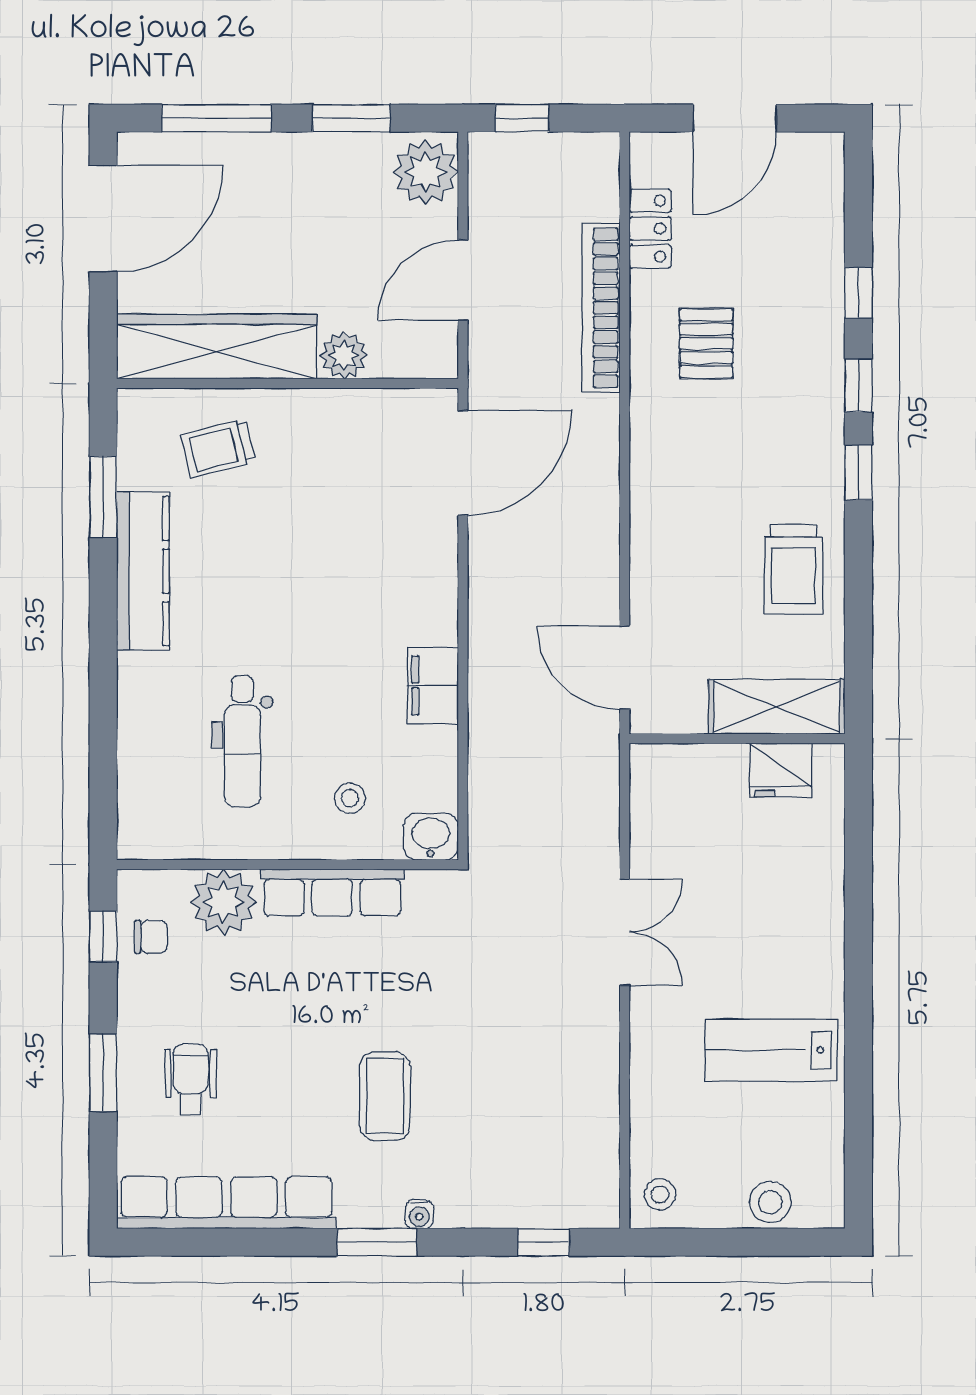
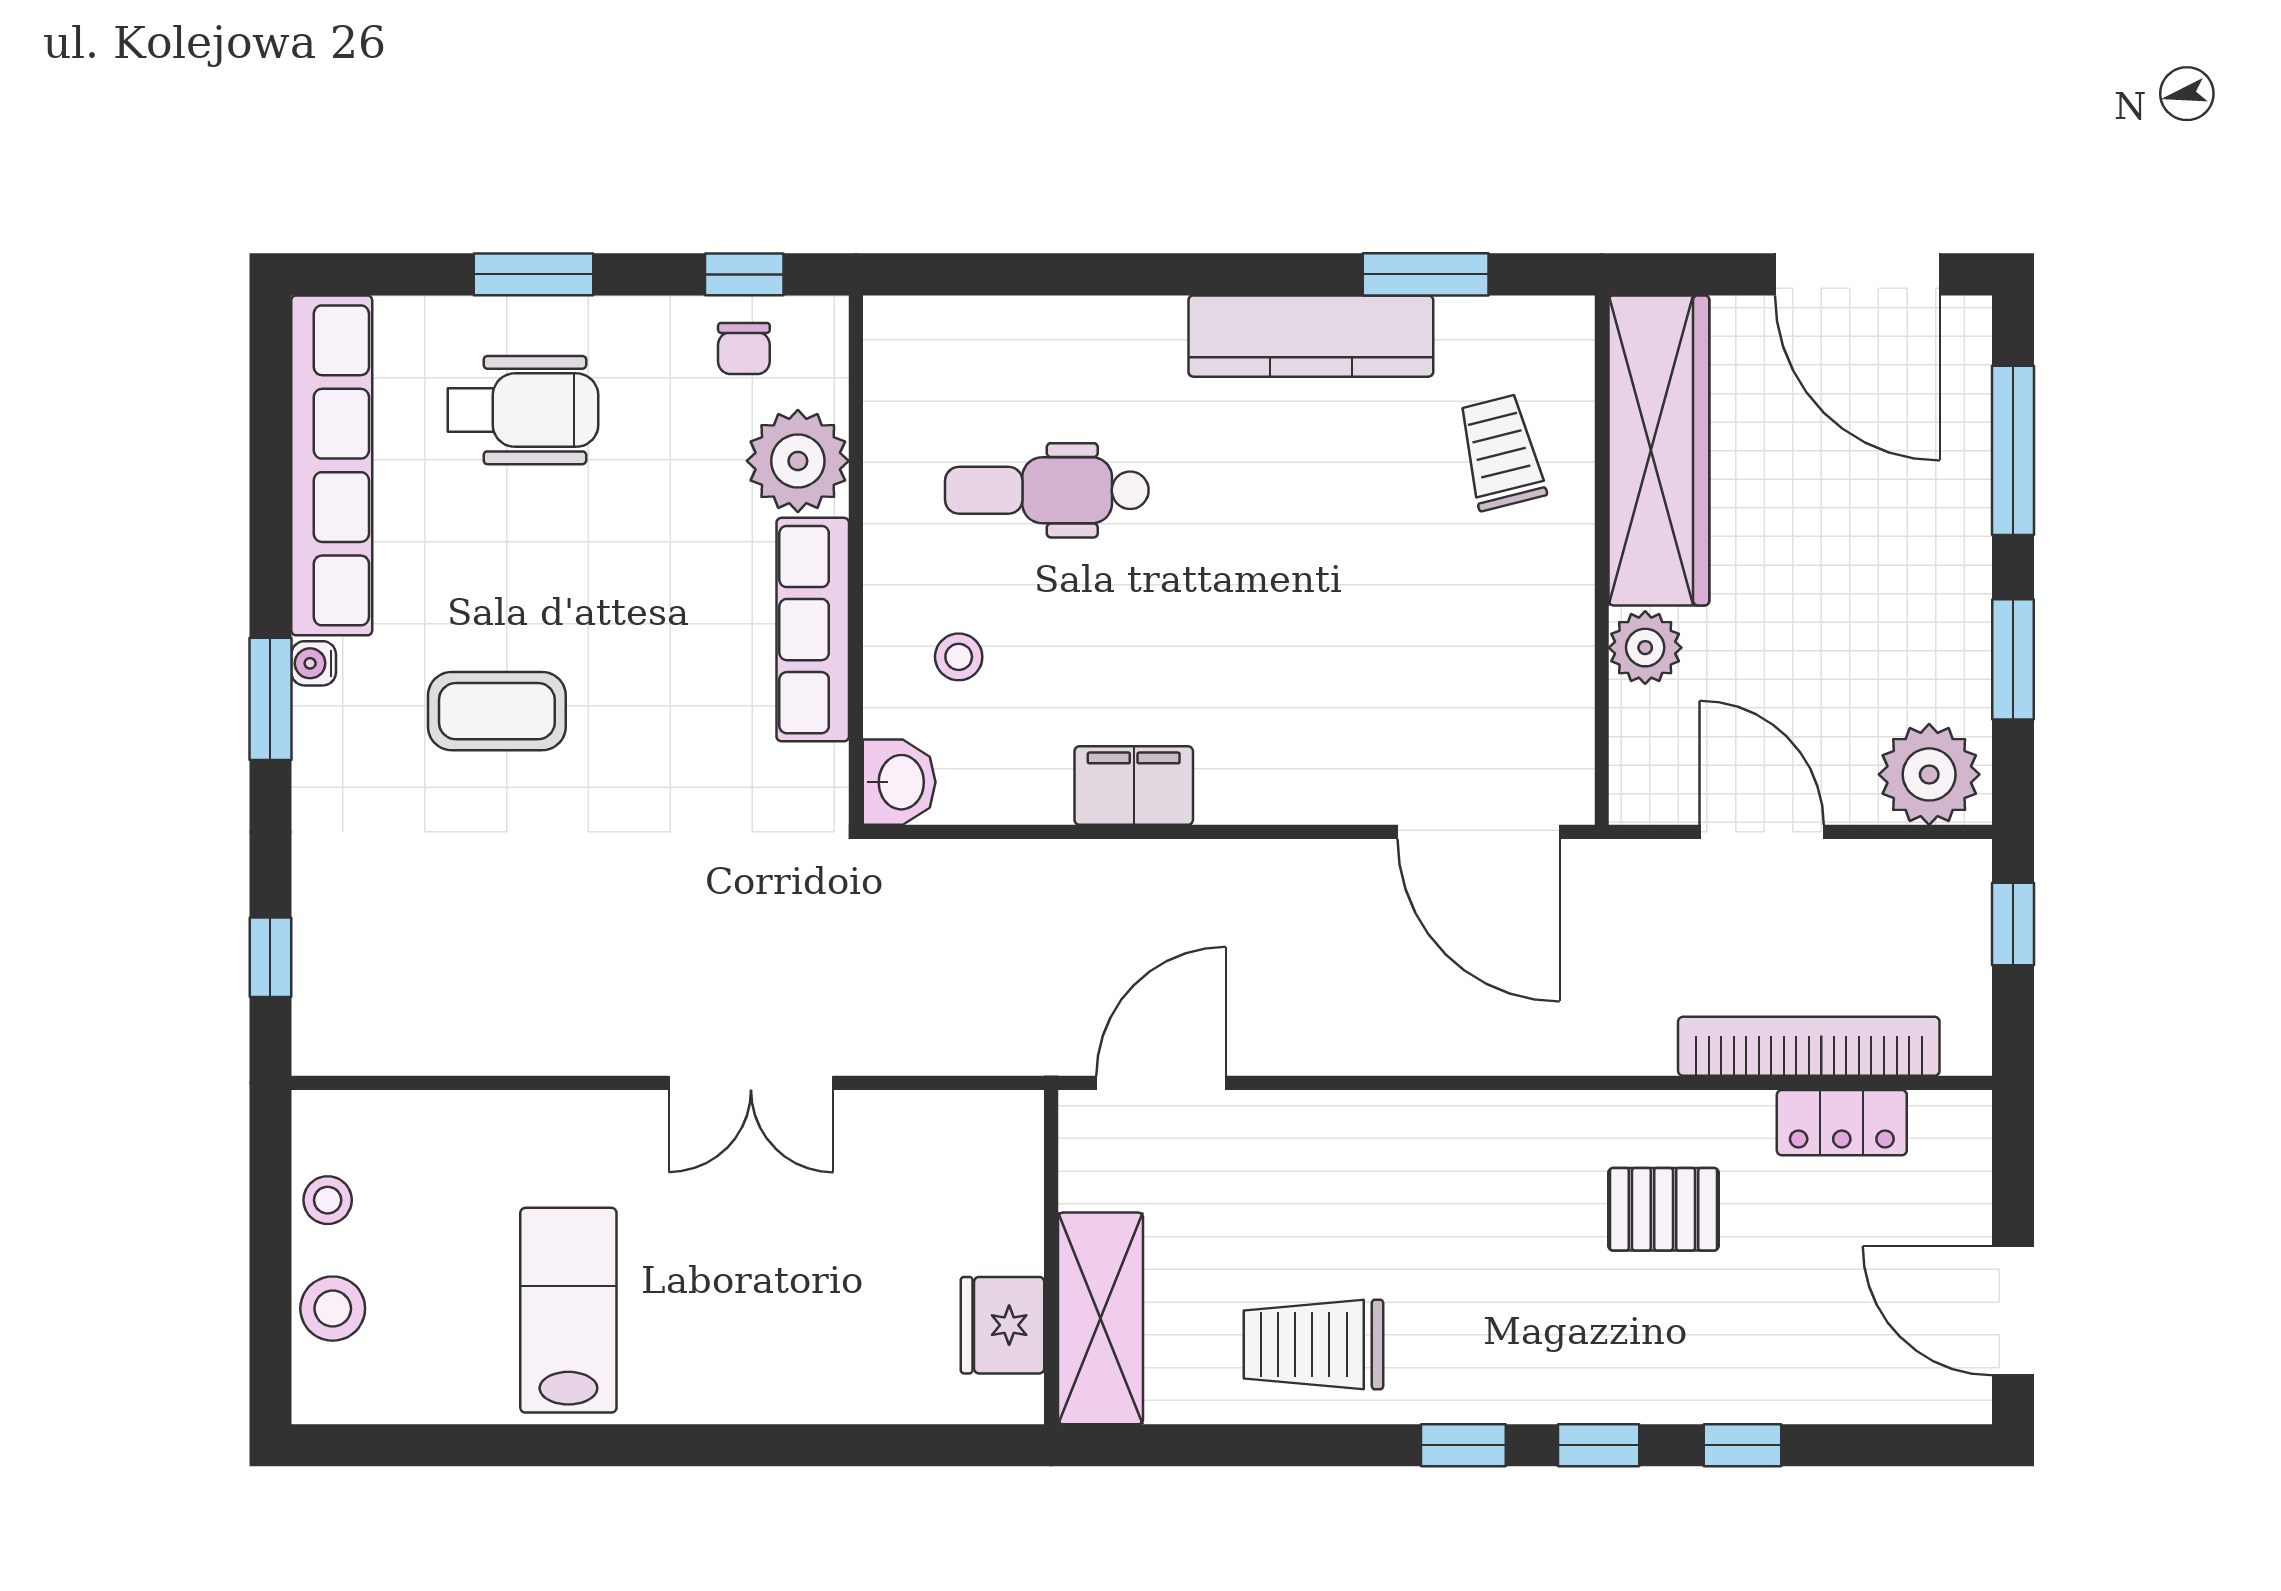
door: (735, 118) -> (2013, 1311), moved
bookcase: (601, 308) -> (1809, 1046), moved
wheelchair: (191, 1079) -> (523, 410), width x1.36, depth x1.37
stool: (660, 1194) -> (328, 1200), moved
water cooler: (419, 1214) -> (314, 663), moved

